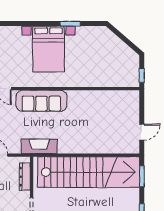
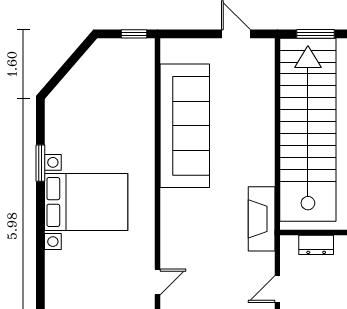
sofa: (41, 101) -> (185, 126), moved, width x1.36, depth x1.27
dresser: (25, 177) -> (316, 245), width x0.70

